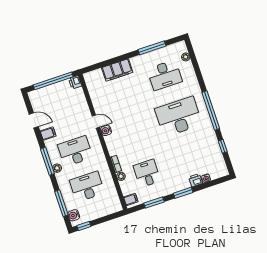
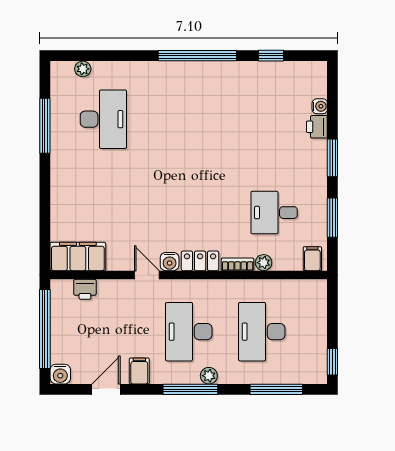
filing cabinet: (117, 70) -> (78, 256), moved, turned -90
printer: (75, 82) -> (85, 289), moved
desk: (178, 117) -> (189, 119), removed
door: (96, 122) -> (147, 275), hinge flipped
locker: (111, 145) -> (200, 261), added
water cooler: (74, 215) -> (60, 374), moved

